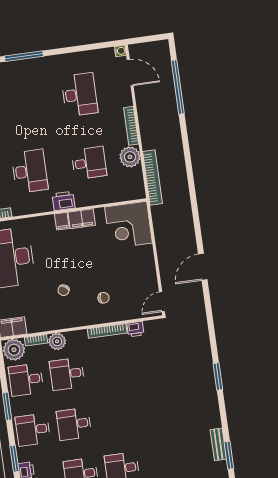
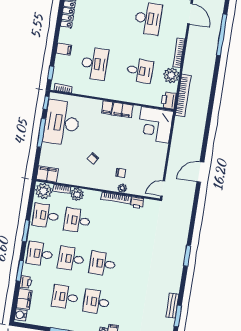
printer: (64, 201) -> (169, 100), moved, turned -90
plant: (112, 316) -> (122, 188), added
desk: (115, 418) -> (103, 264), added

